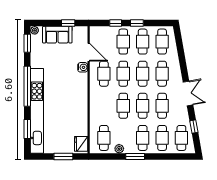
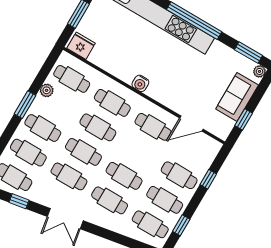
window: (137, 23) -> (181, 225), moved
water cooler: (83, 67) -> (140, 83), moved
cafe table: (123, 74) -> (112, 103), moved

